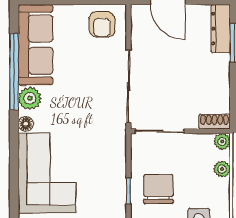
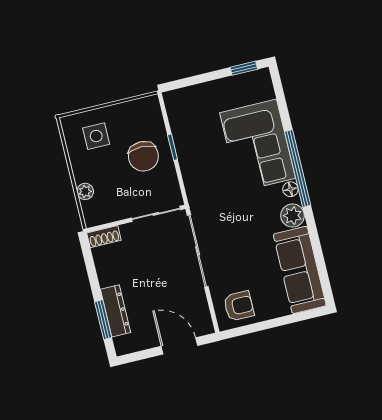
armchair: (102, 24) -> (239, 306), turned 90
dresser: (221, 29) -> (115, 311), moved
window: (14, 72) -> (298, 168), moved
plant: (222, 141) -> (92, 219), removed

